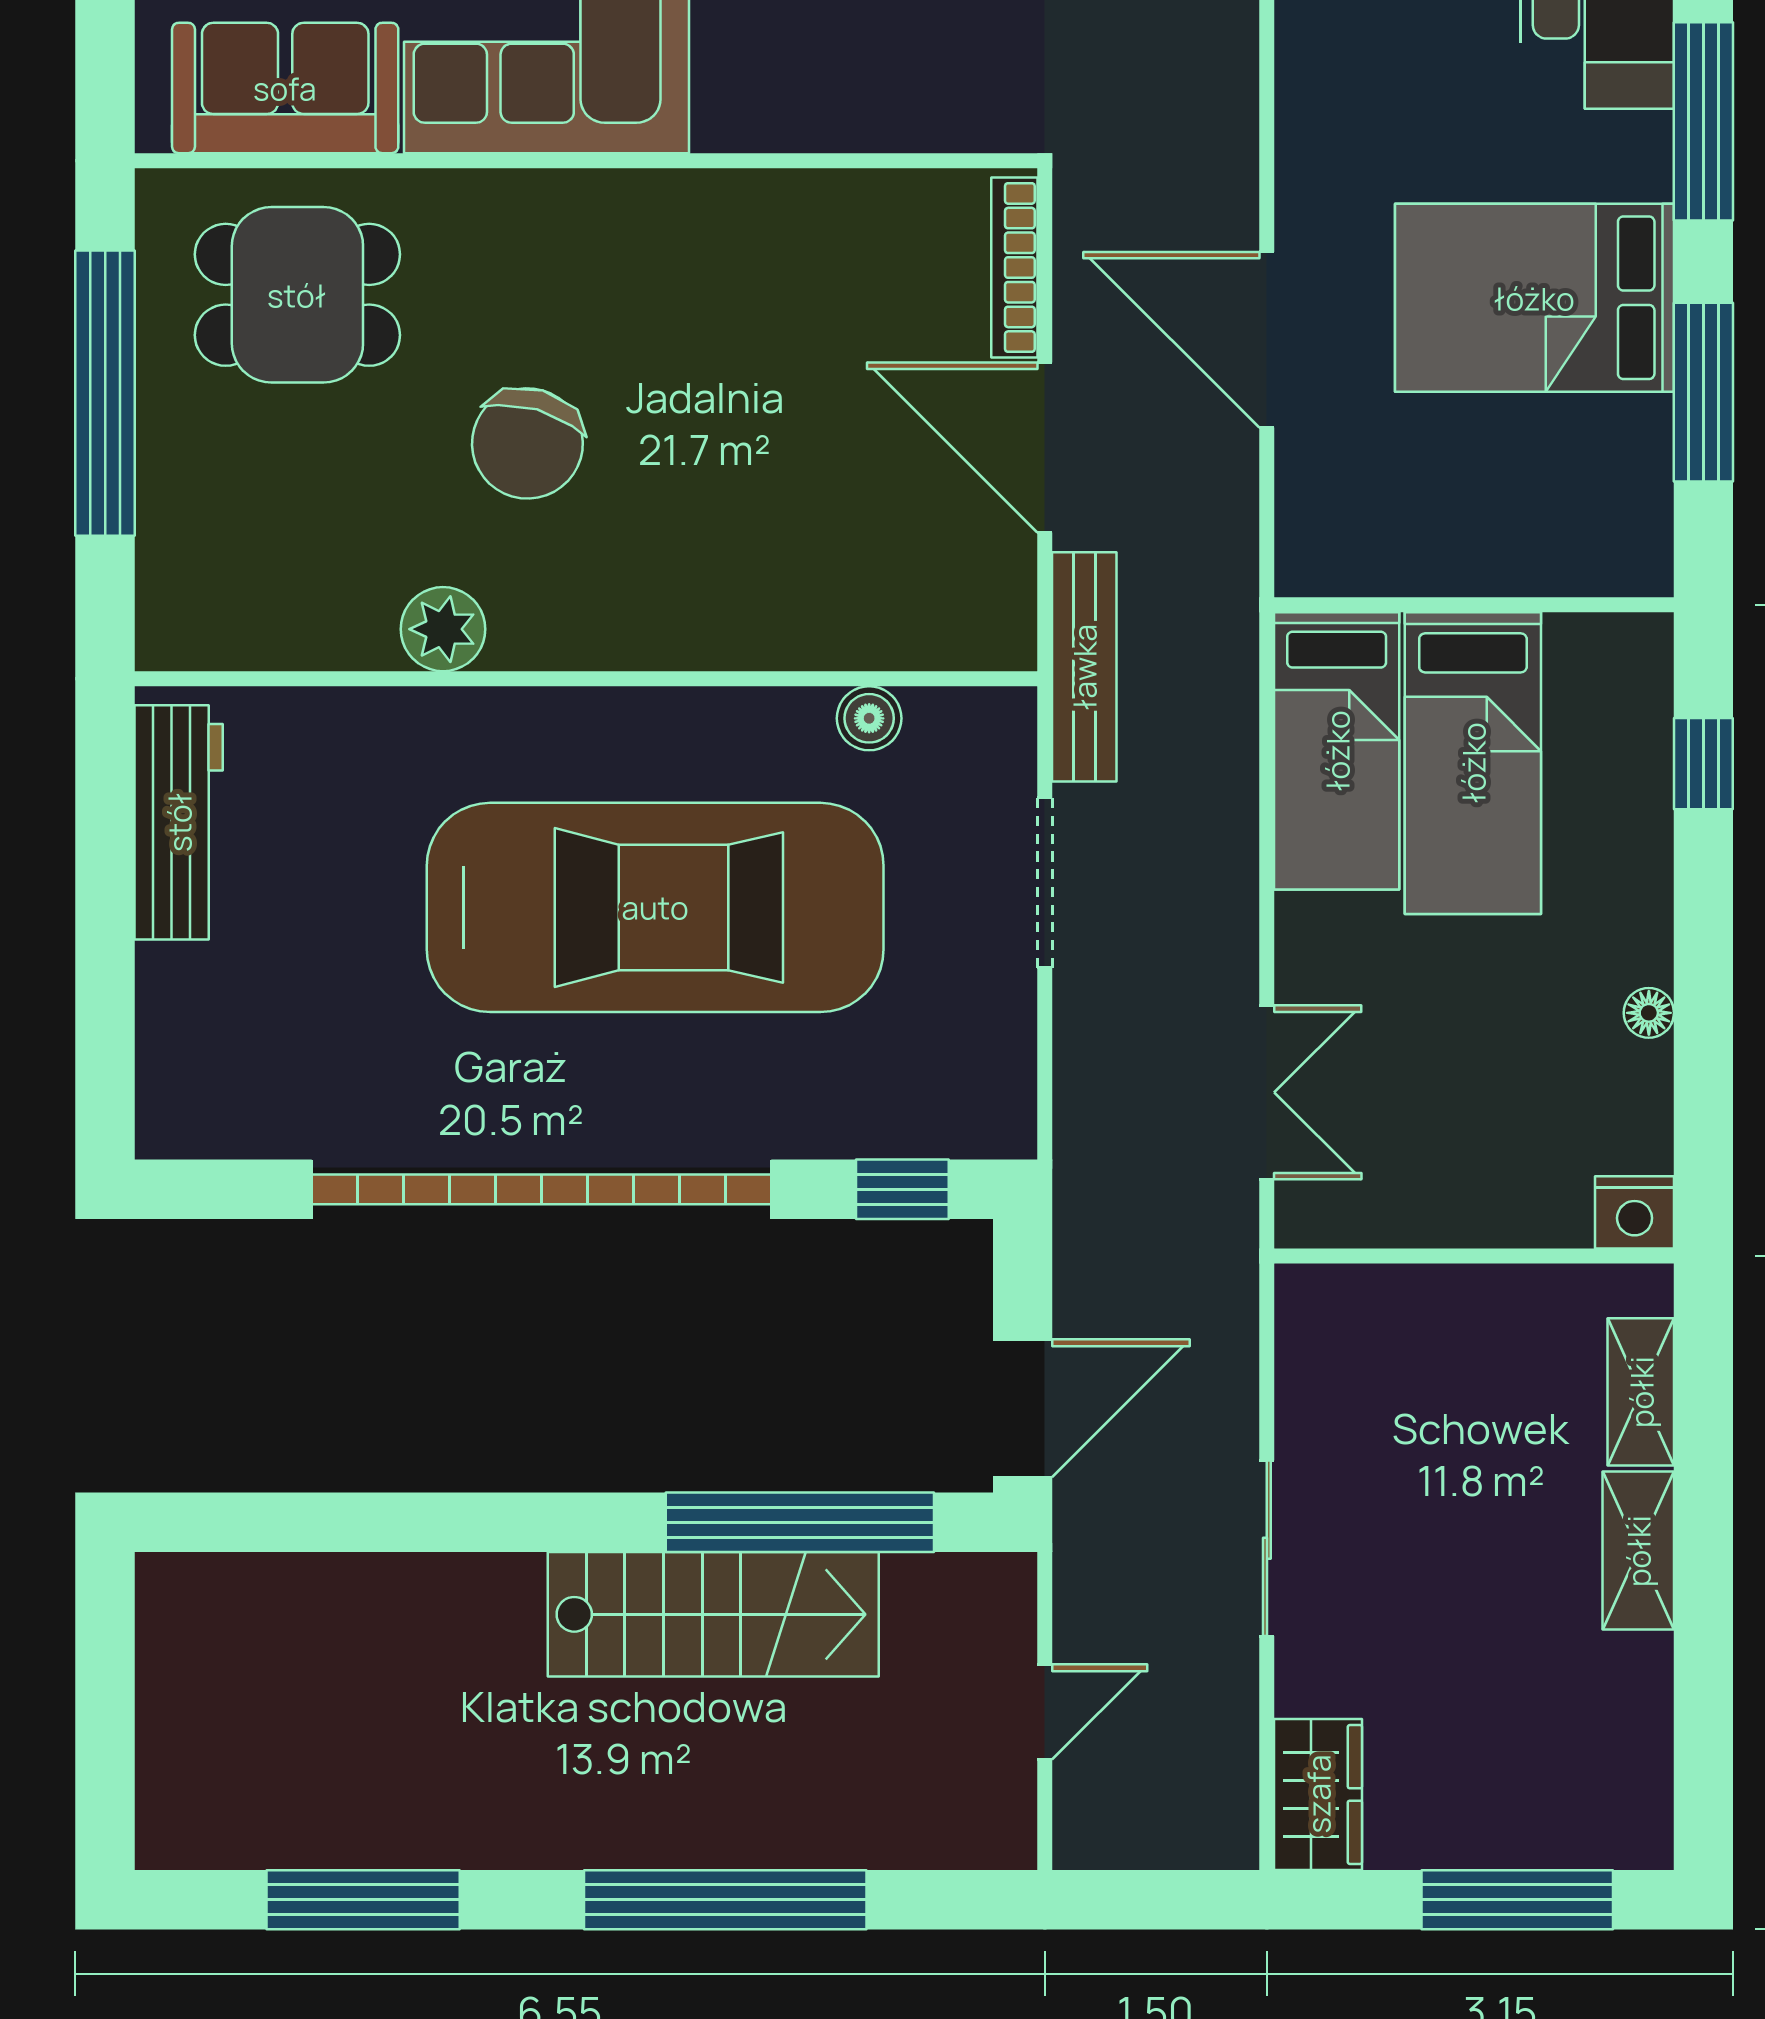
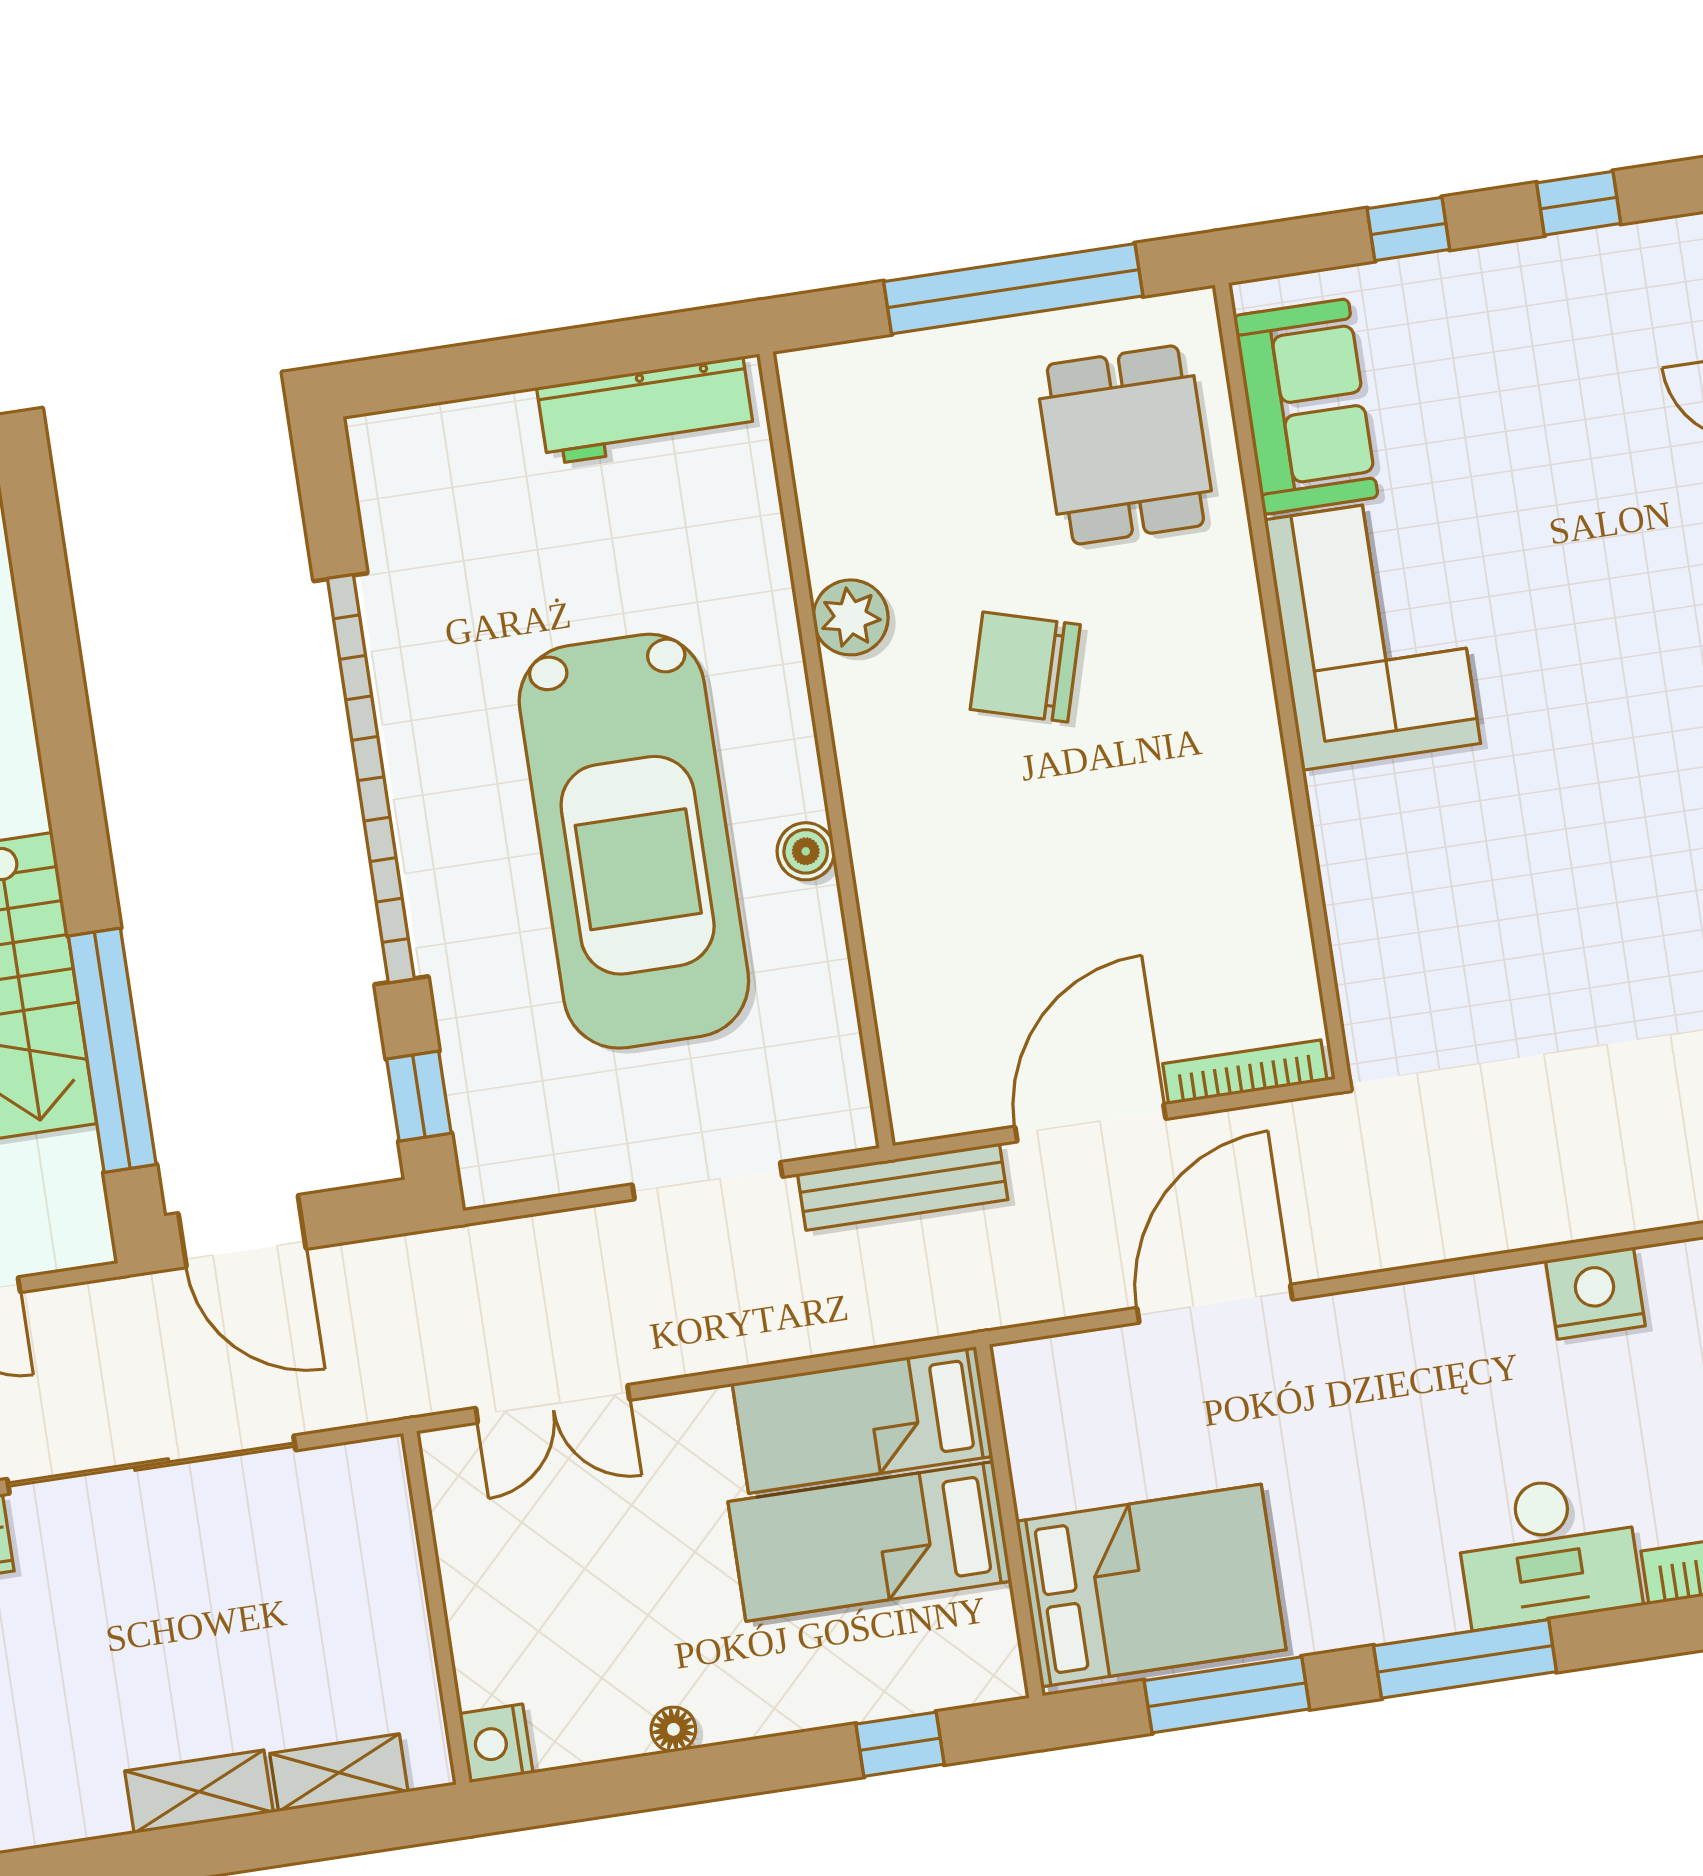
bed: (1534, 298) -> (1151, 1585), moved, turned 90
boiler: (869, 718) -> (806, 851), moved
sliding door: (1267, 1548) -> (152, 1465), width x1.86

